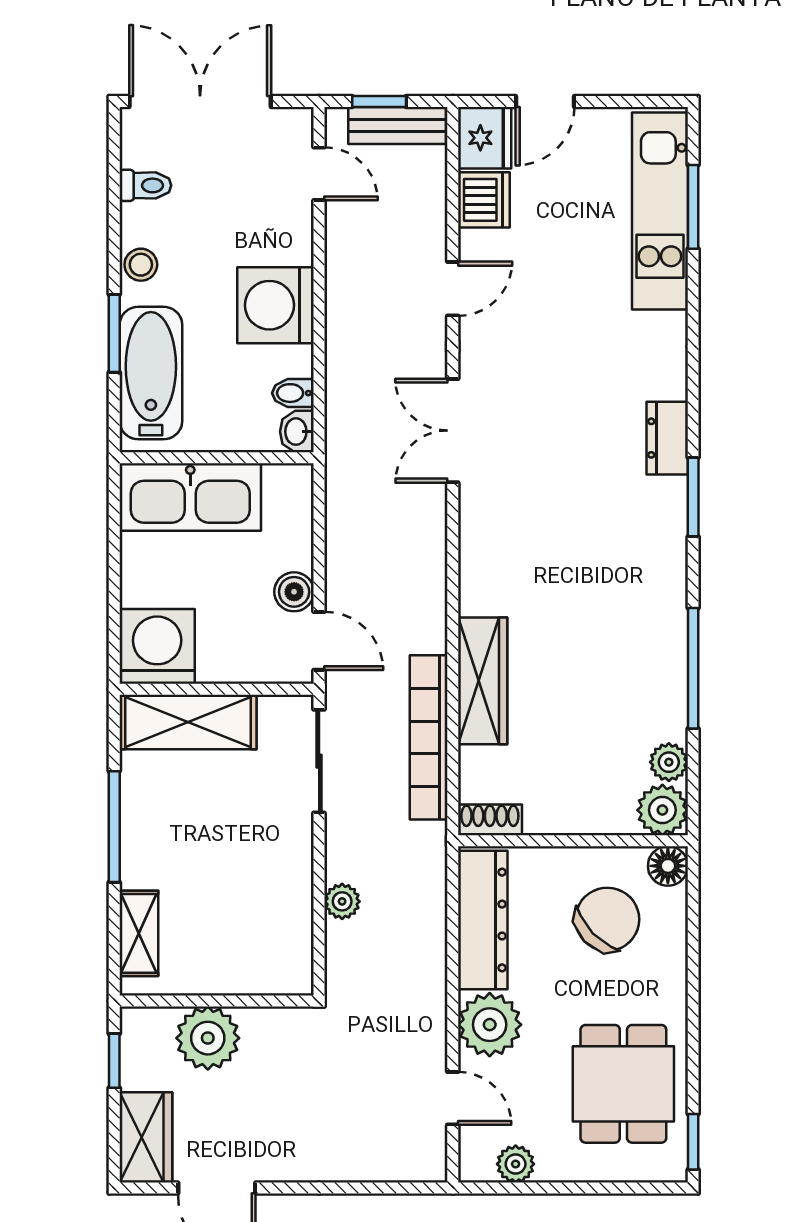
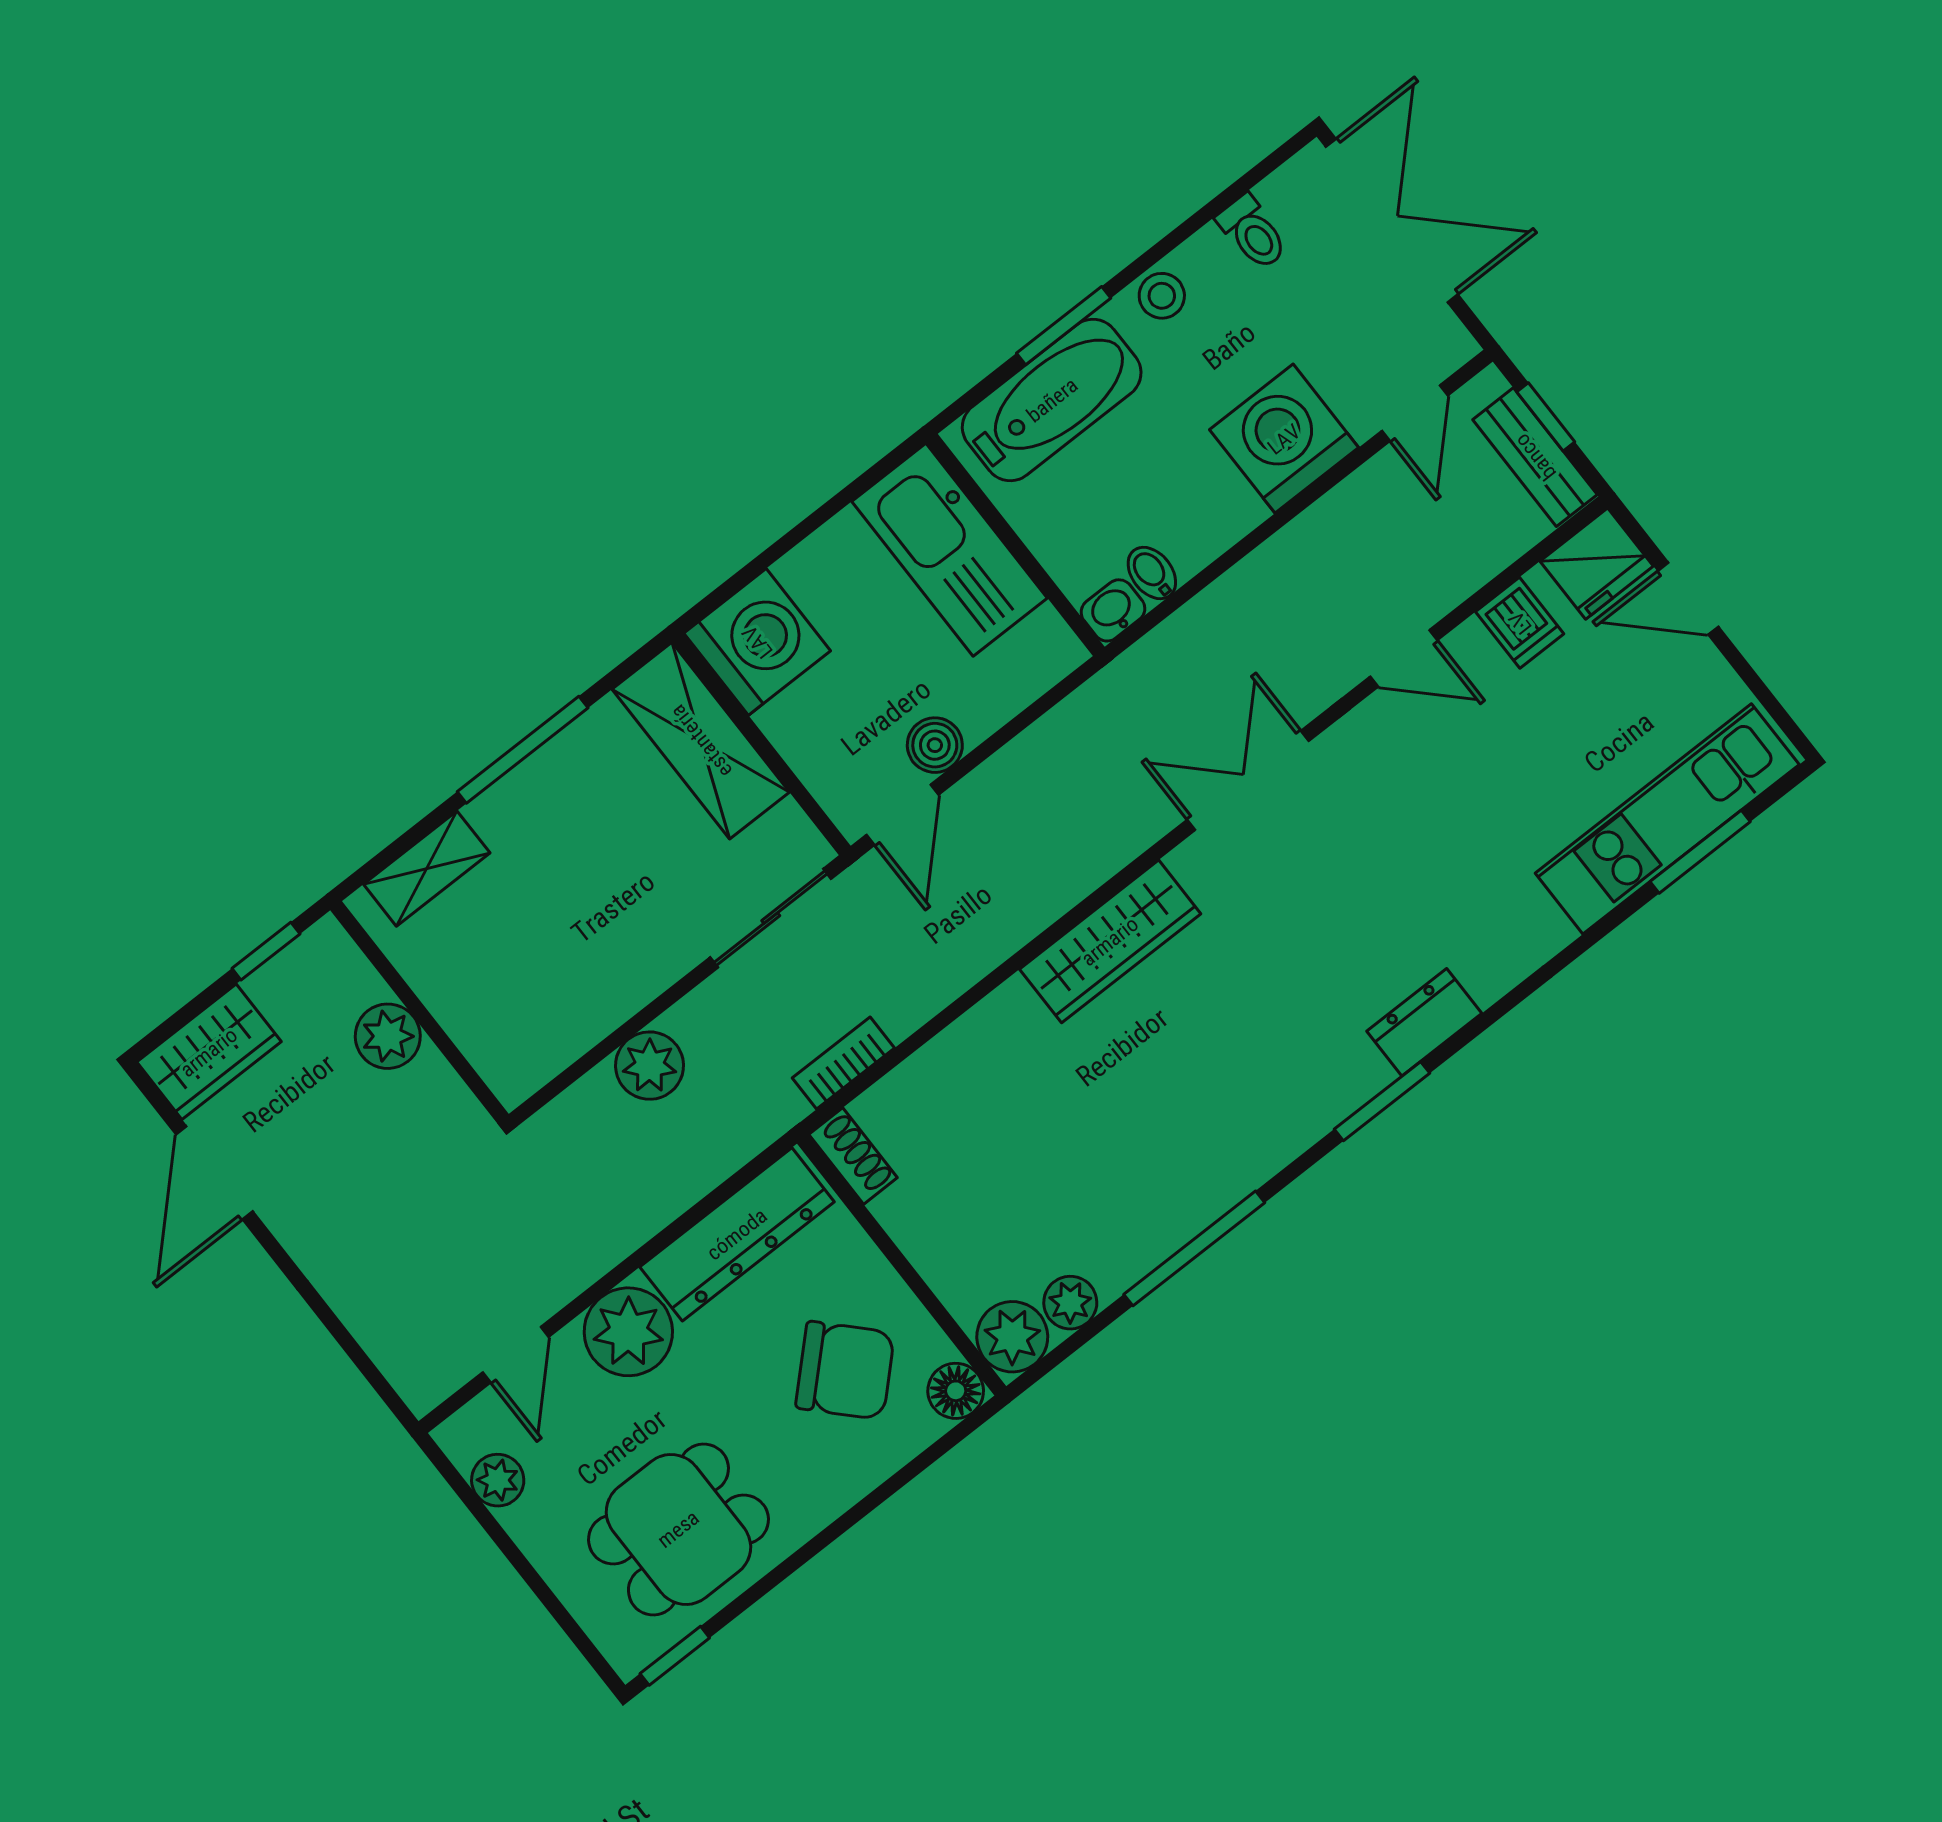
dishwasher: (484, 200) -> (1520, 623), width x0.73
washing machine: (276, 305) -> (1284, 439), moved
wardrobe: (483, 681) -> (1110, 941), moved
bookcase: (429, 737) -> (843, 1063), width x0.43, depth x0.76
plant: (342, 901) -> (650, 1066), width x1.38, depth x1.38
plant: (208, 1038) -> (388, 1036), width x0.73, depth x0.73

